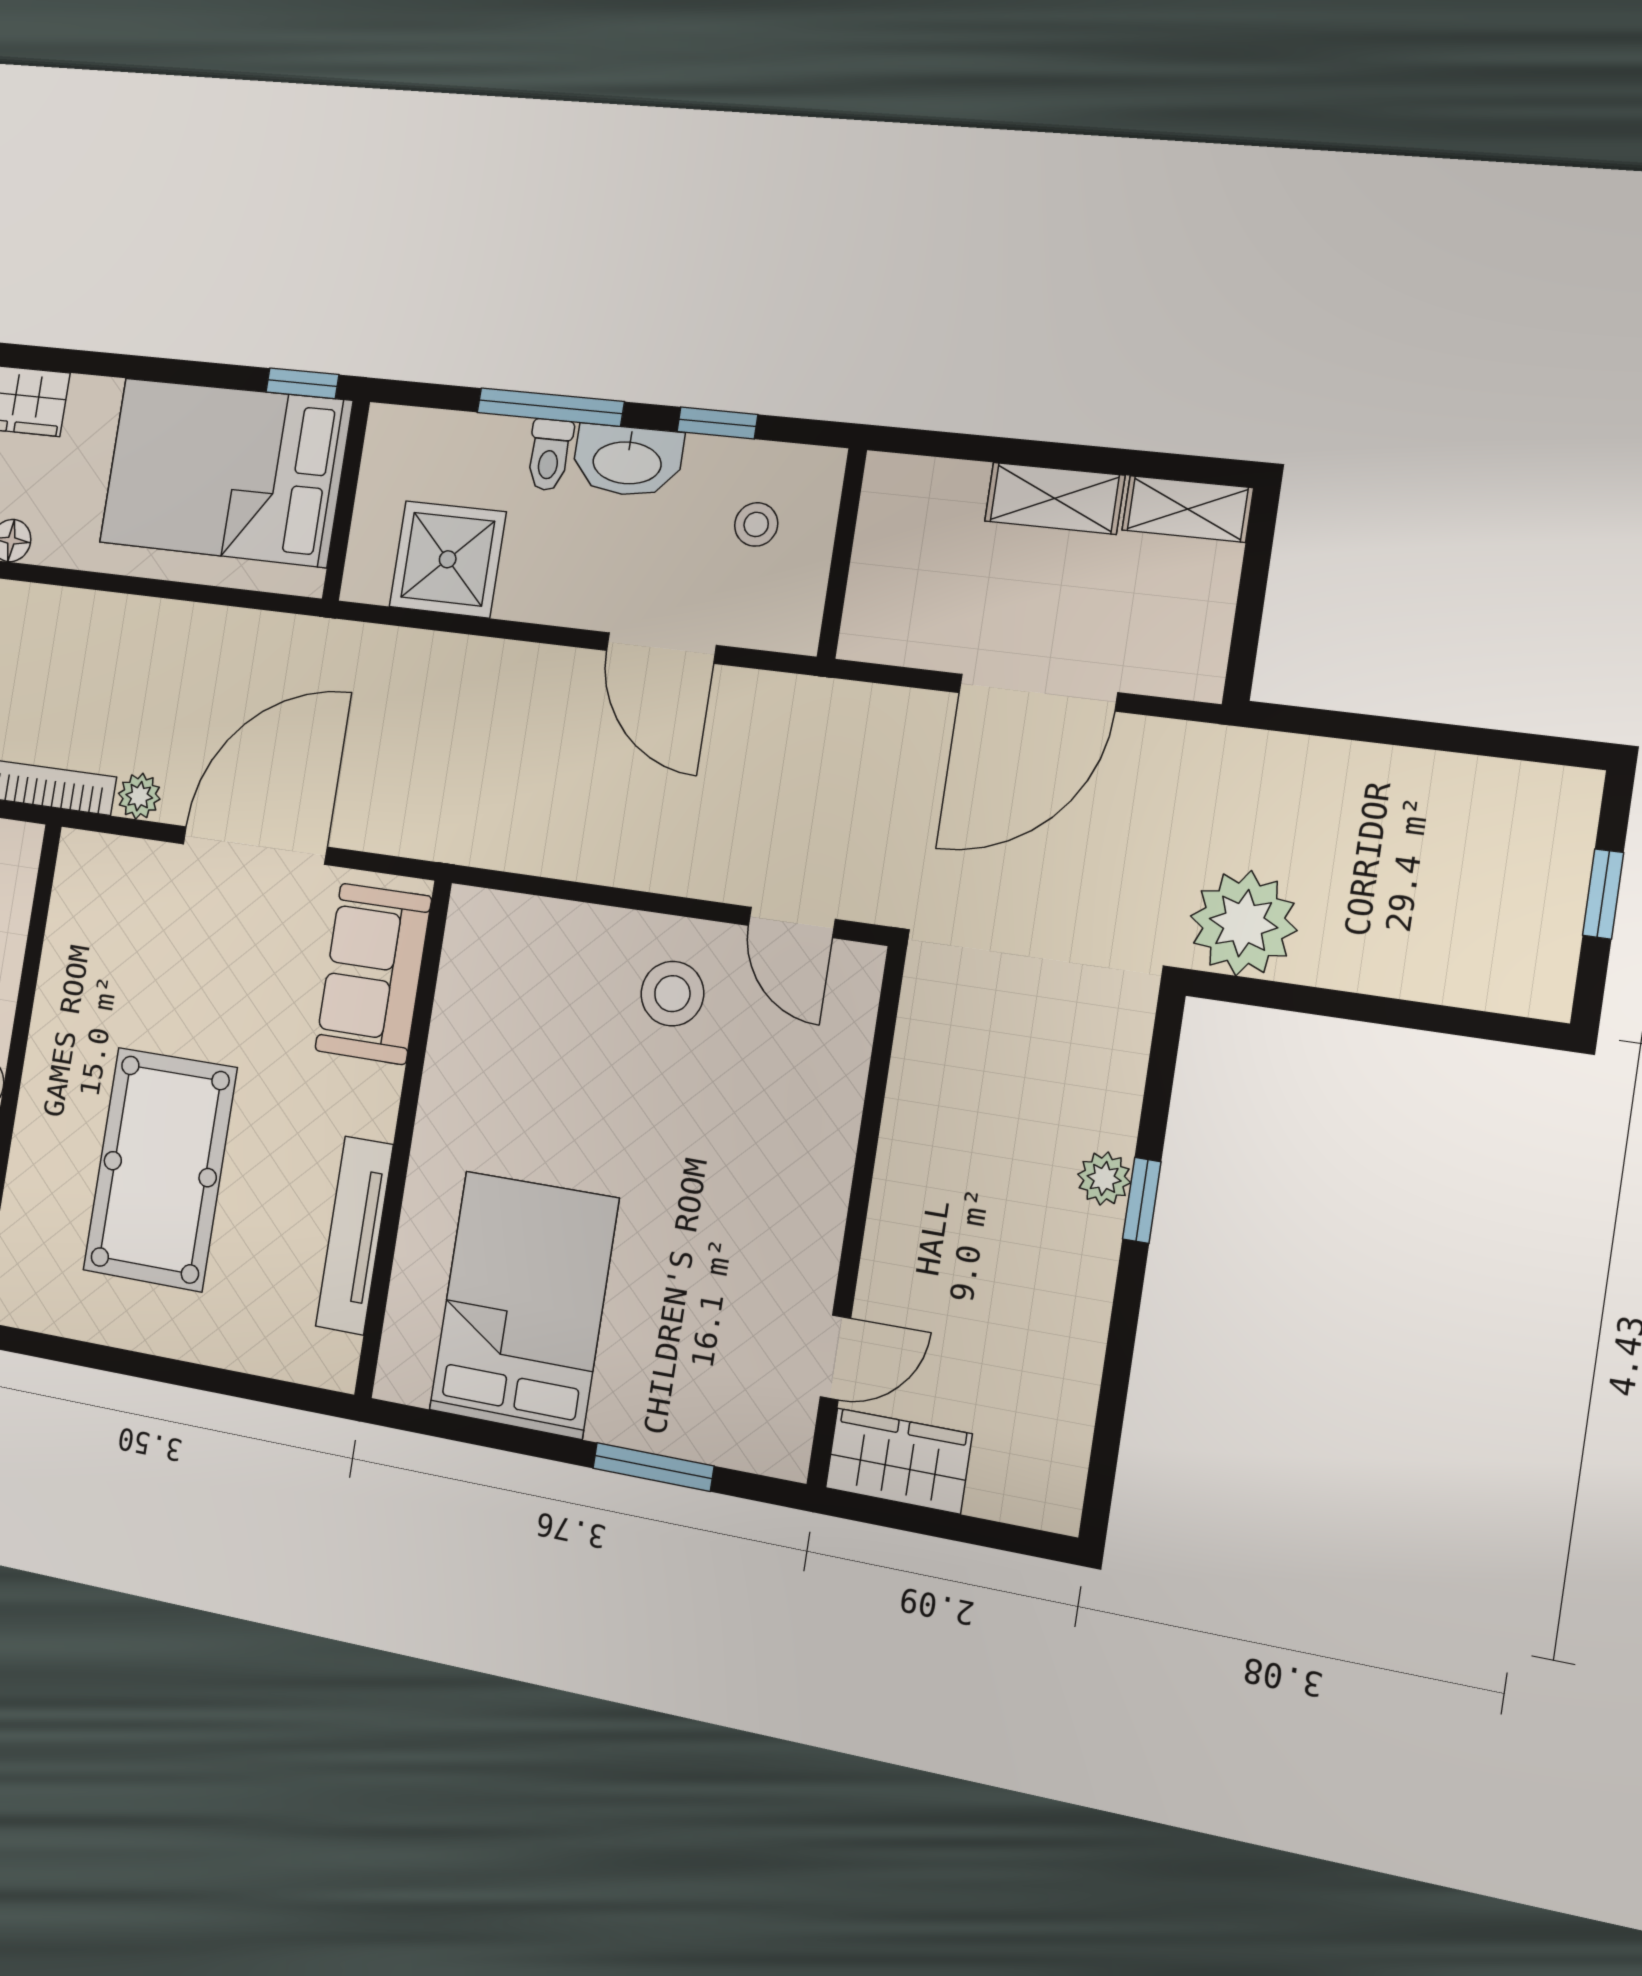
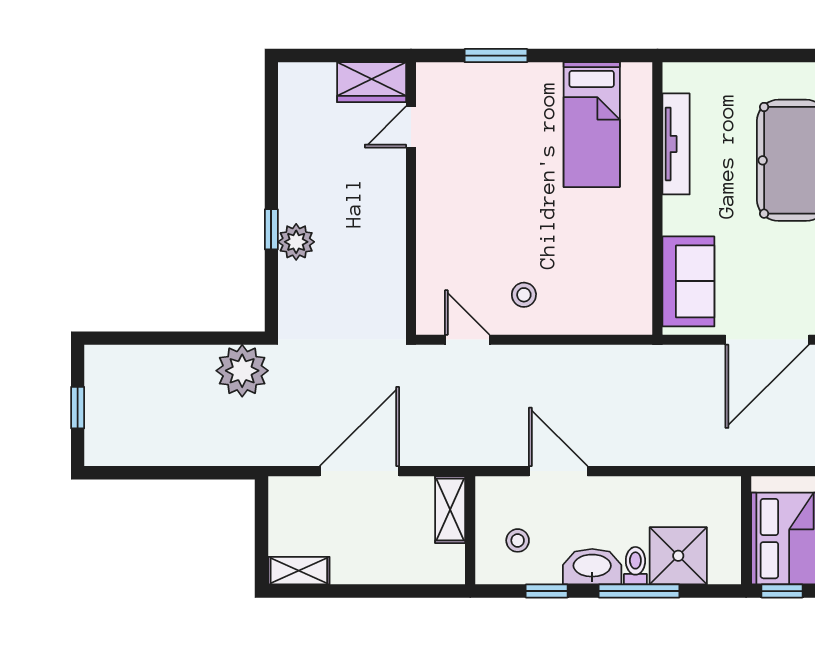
shelving: (1055, 498) -> (450, 510), moved, turned 90
shower: (448, 559) -> (678, 556), moved
stool: (672, 994) -> (524, 295), width x0.73, depth x0.73
plant: (1104, 1178) -> (296, 242), width x1.38, depth x1.38
bed: (524, 1304) -> (592, 125), width x0.67

